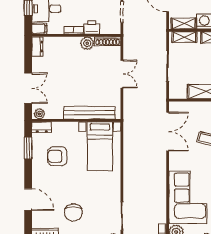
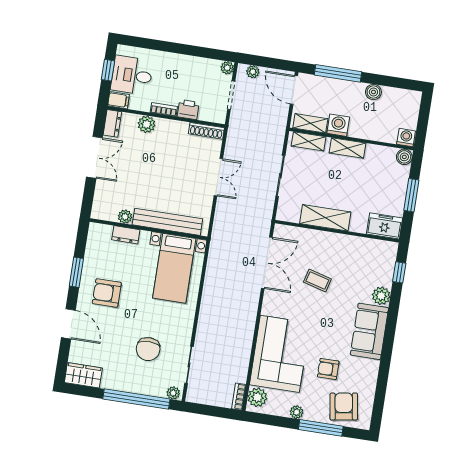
plant: (87, 43) -> (147, 124), moved
double door: (28, 88) -> (94, 157), moved
plant: (39, 114) -> (125, 217), moved
dresser: (42, 127) -> (126, 235), moved
window: (28, 148) -> (76, 272), moved
armchair: (57, 156) -> (107, 293), moved
chair: (73, 212) -> (148, 349), moved

